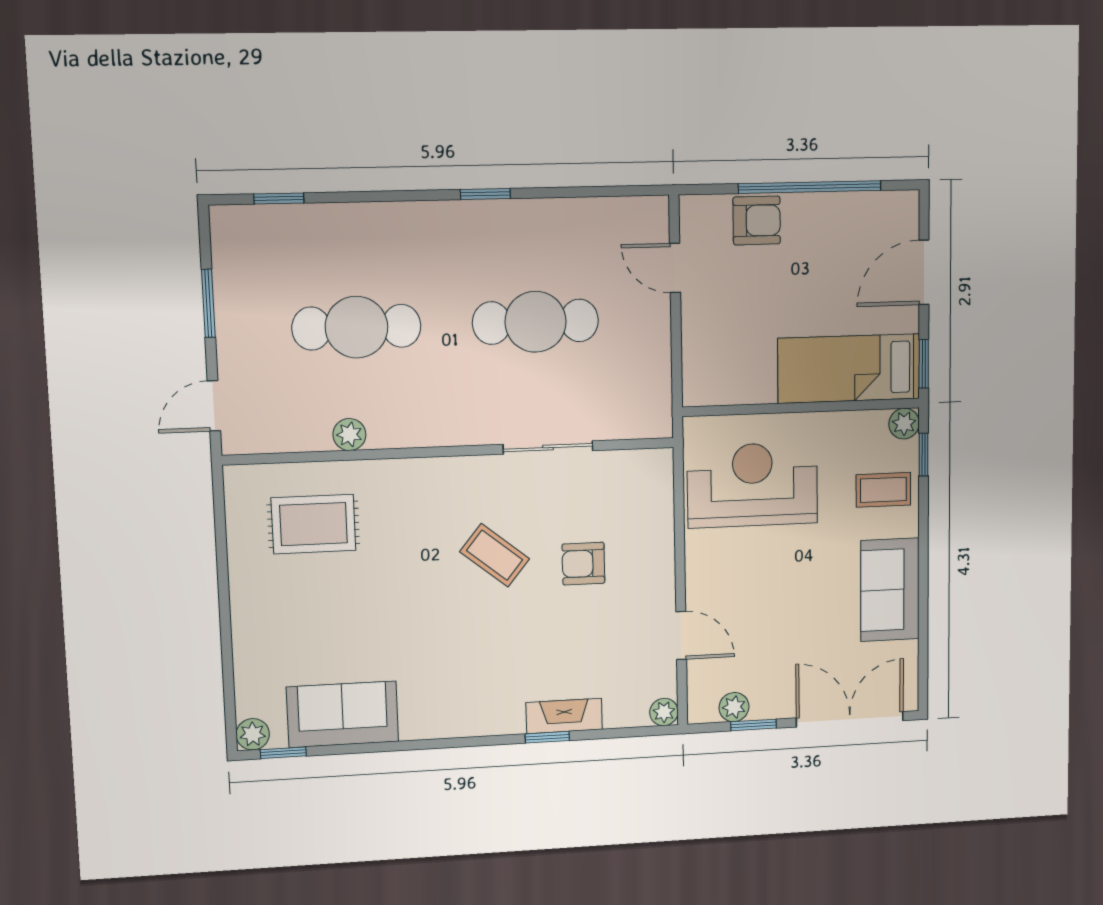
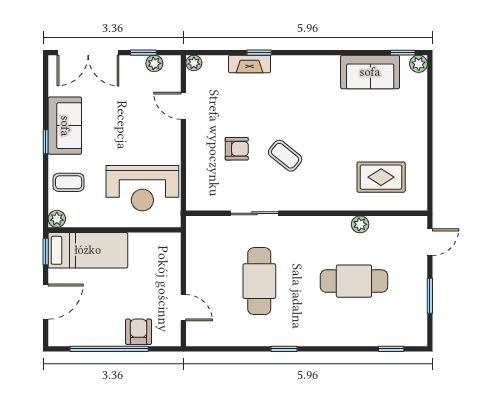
armchair: (757, 221) -> (139, 332), turned 90
cafe table: (536, 322) -> (259, 281), turned 90
window: (923, 455) -> (46, 142), moved

